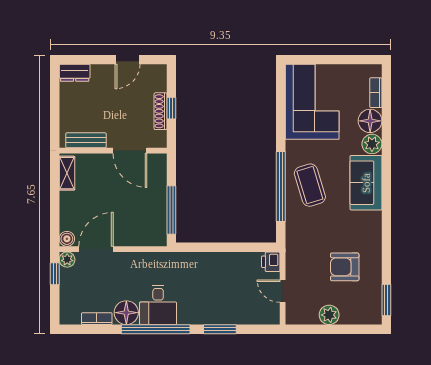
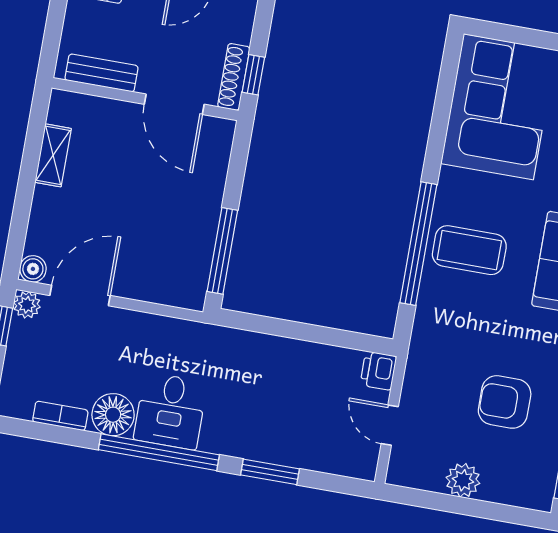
bench: (86, 140) -> (101, 73), moved
wall: (113, 151) -> (145, 99), moved
door: (130, 151) -> (174, 104), moved
coffee table: (310, 185) -> (469, 250), turned -73

